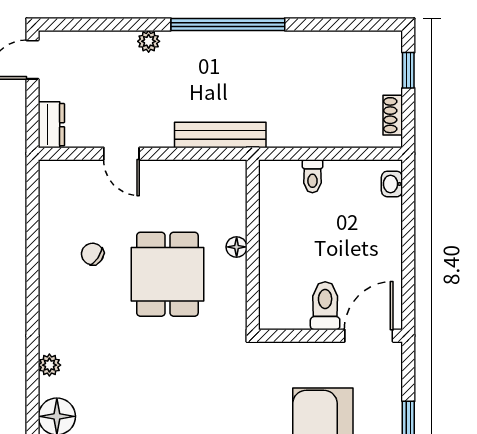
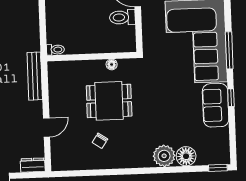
toilet: (312, 176) -> (55, 50), moved
floor lamp: (237, 247) -> (112, 64), moved
plant: (49, 365) -> (164, 156), width x1.87, depth x1.87

